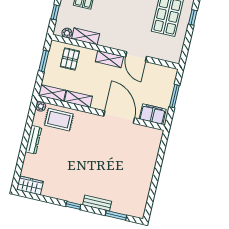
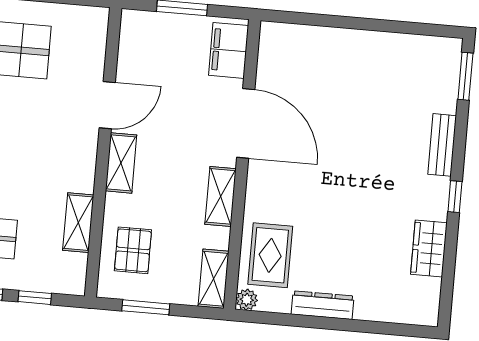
plant: (67, 33) -> (77, 265), removed
pallet: (70, 59) -> (133, 250), turned 90
shelving: (78, 99) -> (221, 196), moved
door: (119, 117) -> (246, 123), swing flipped
wardrobe: (30, 185) -> (429, 248), moved
window: (116, 215) -> (465, 76), moved

